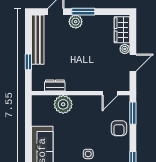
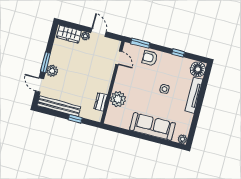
armchair: (119, 128) -> (150, 58), turned 180

